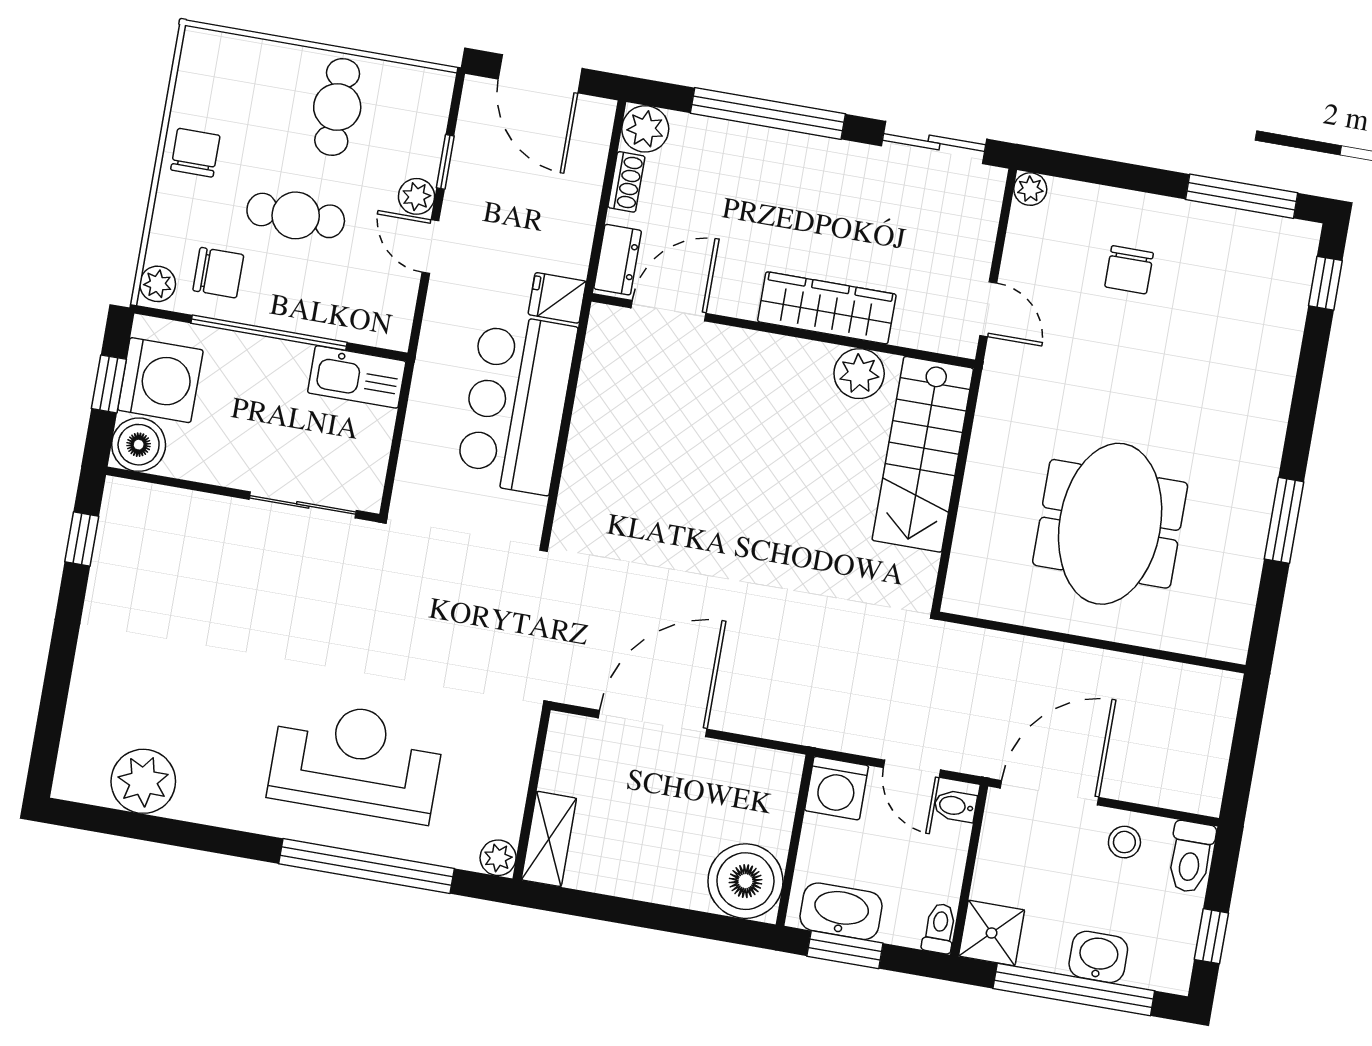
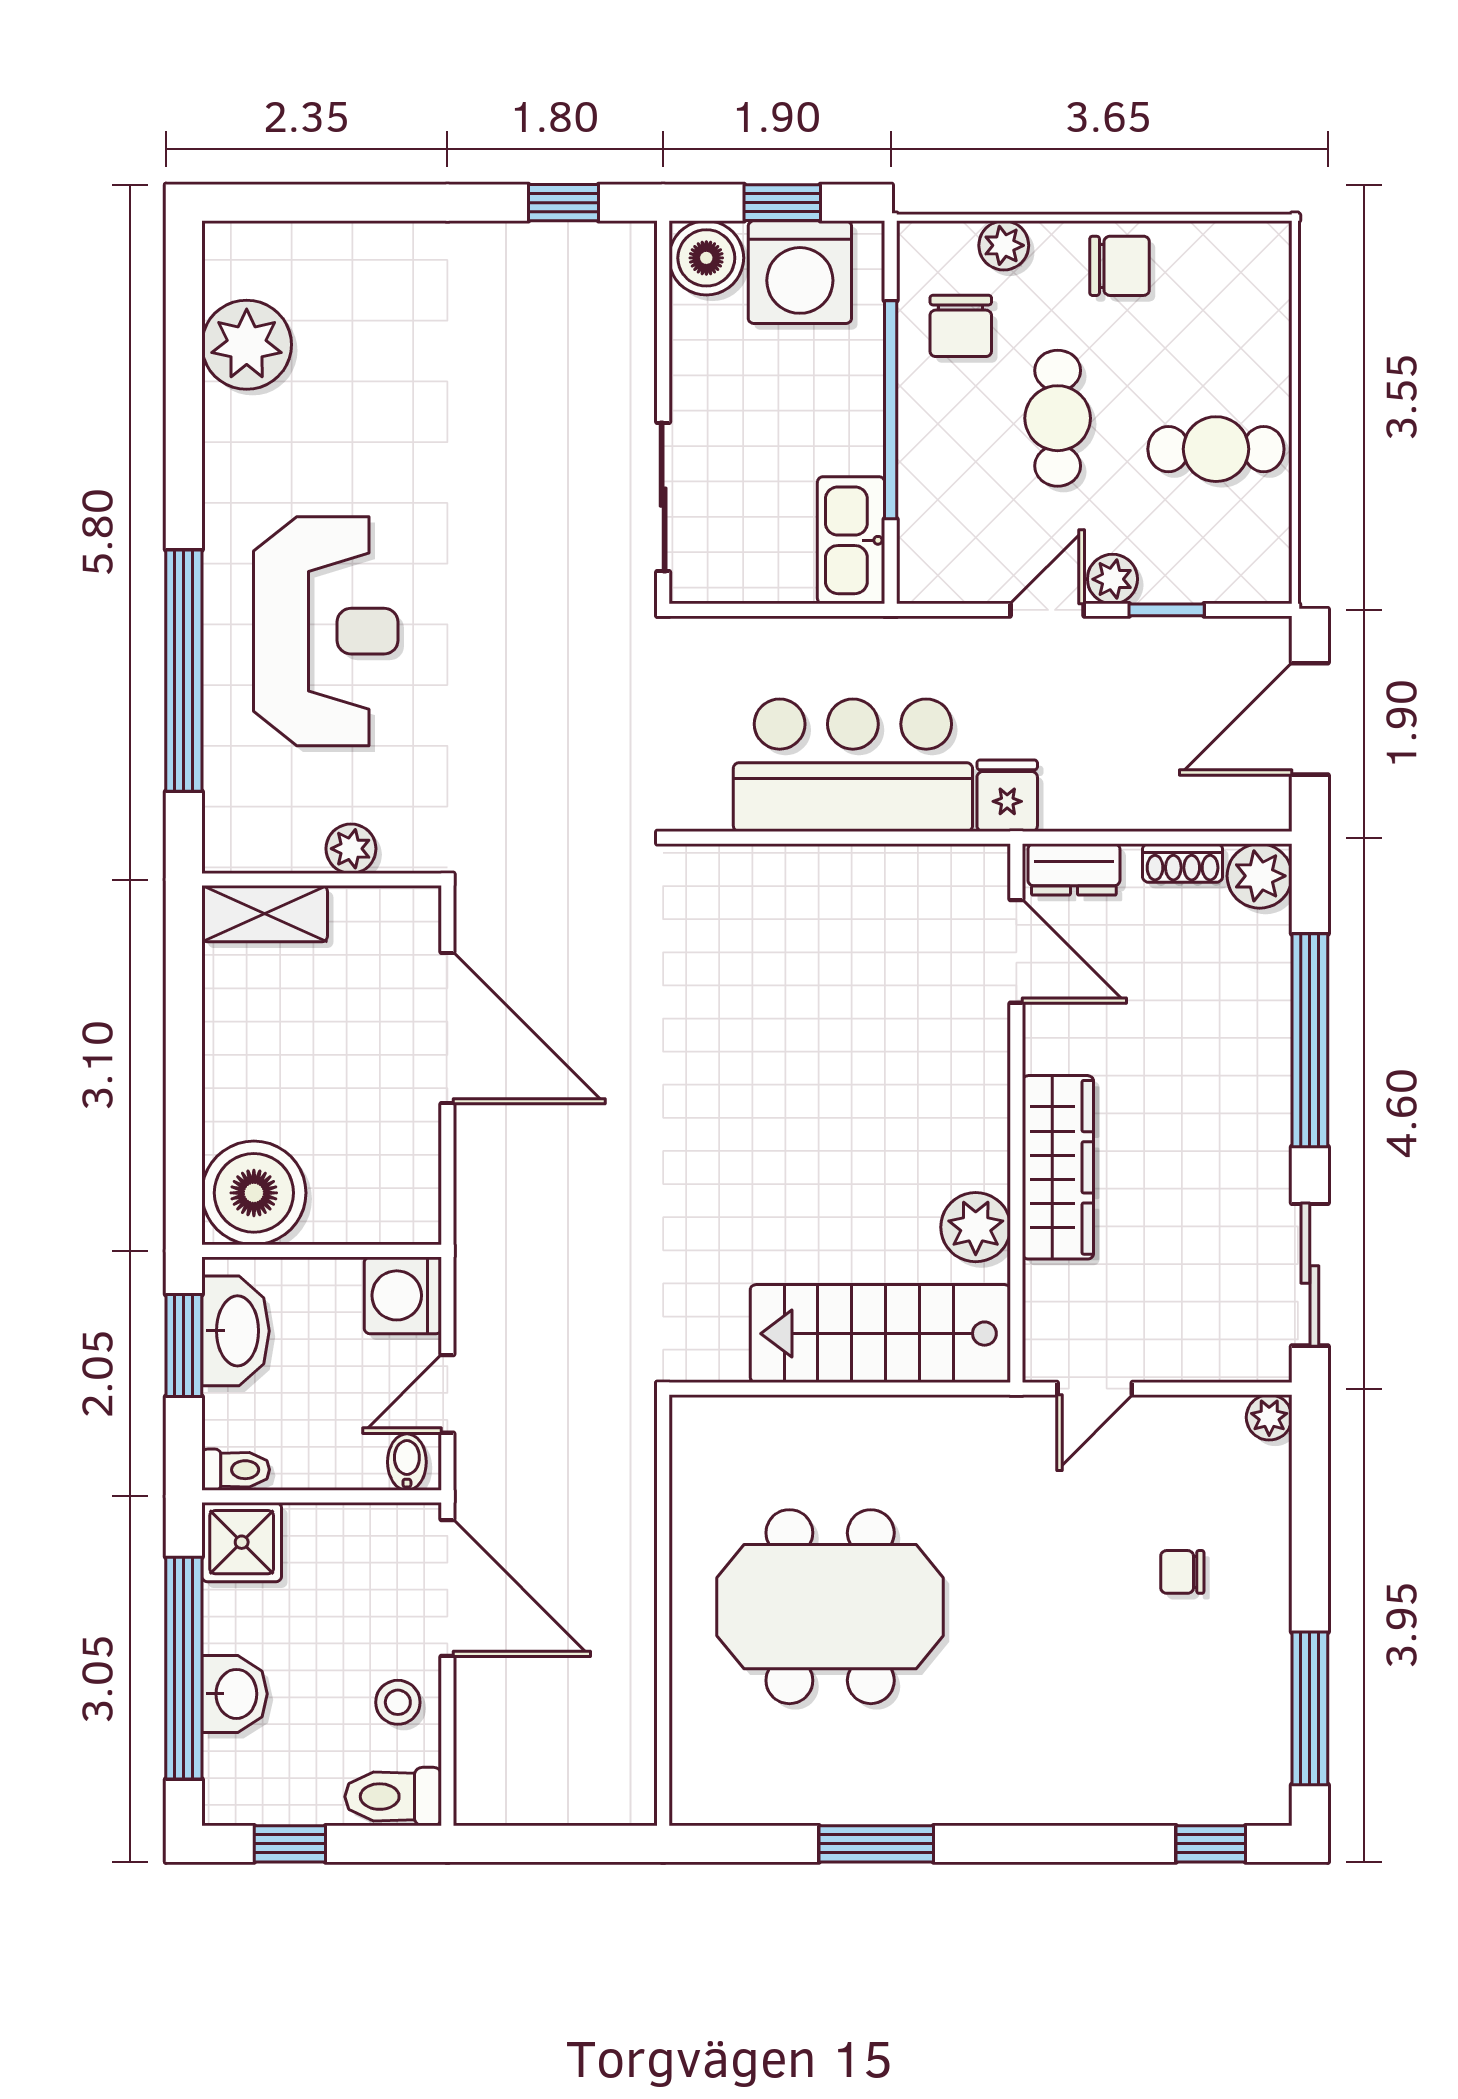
chair: (1129, 270) -> (1182, 1572), width x0.73, depth x0.73
plant: (158, 284) -> (1004, 245), moved
plant: (498, 858) -> (351, 849), moved

